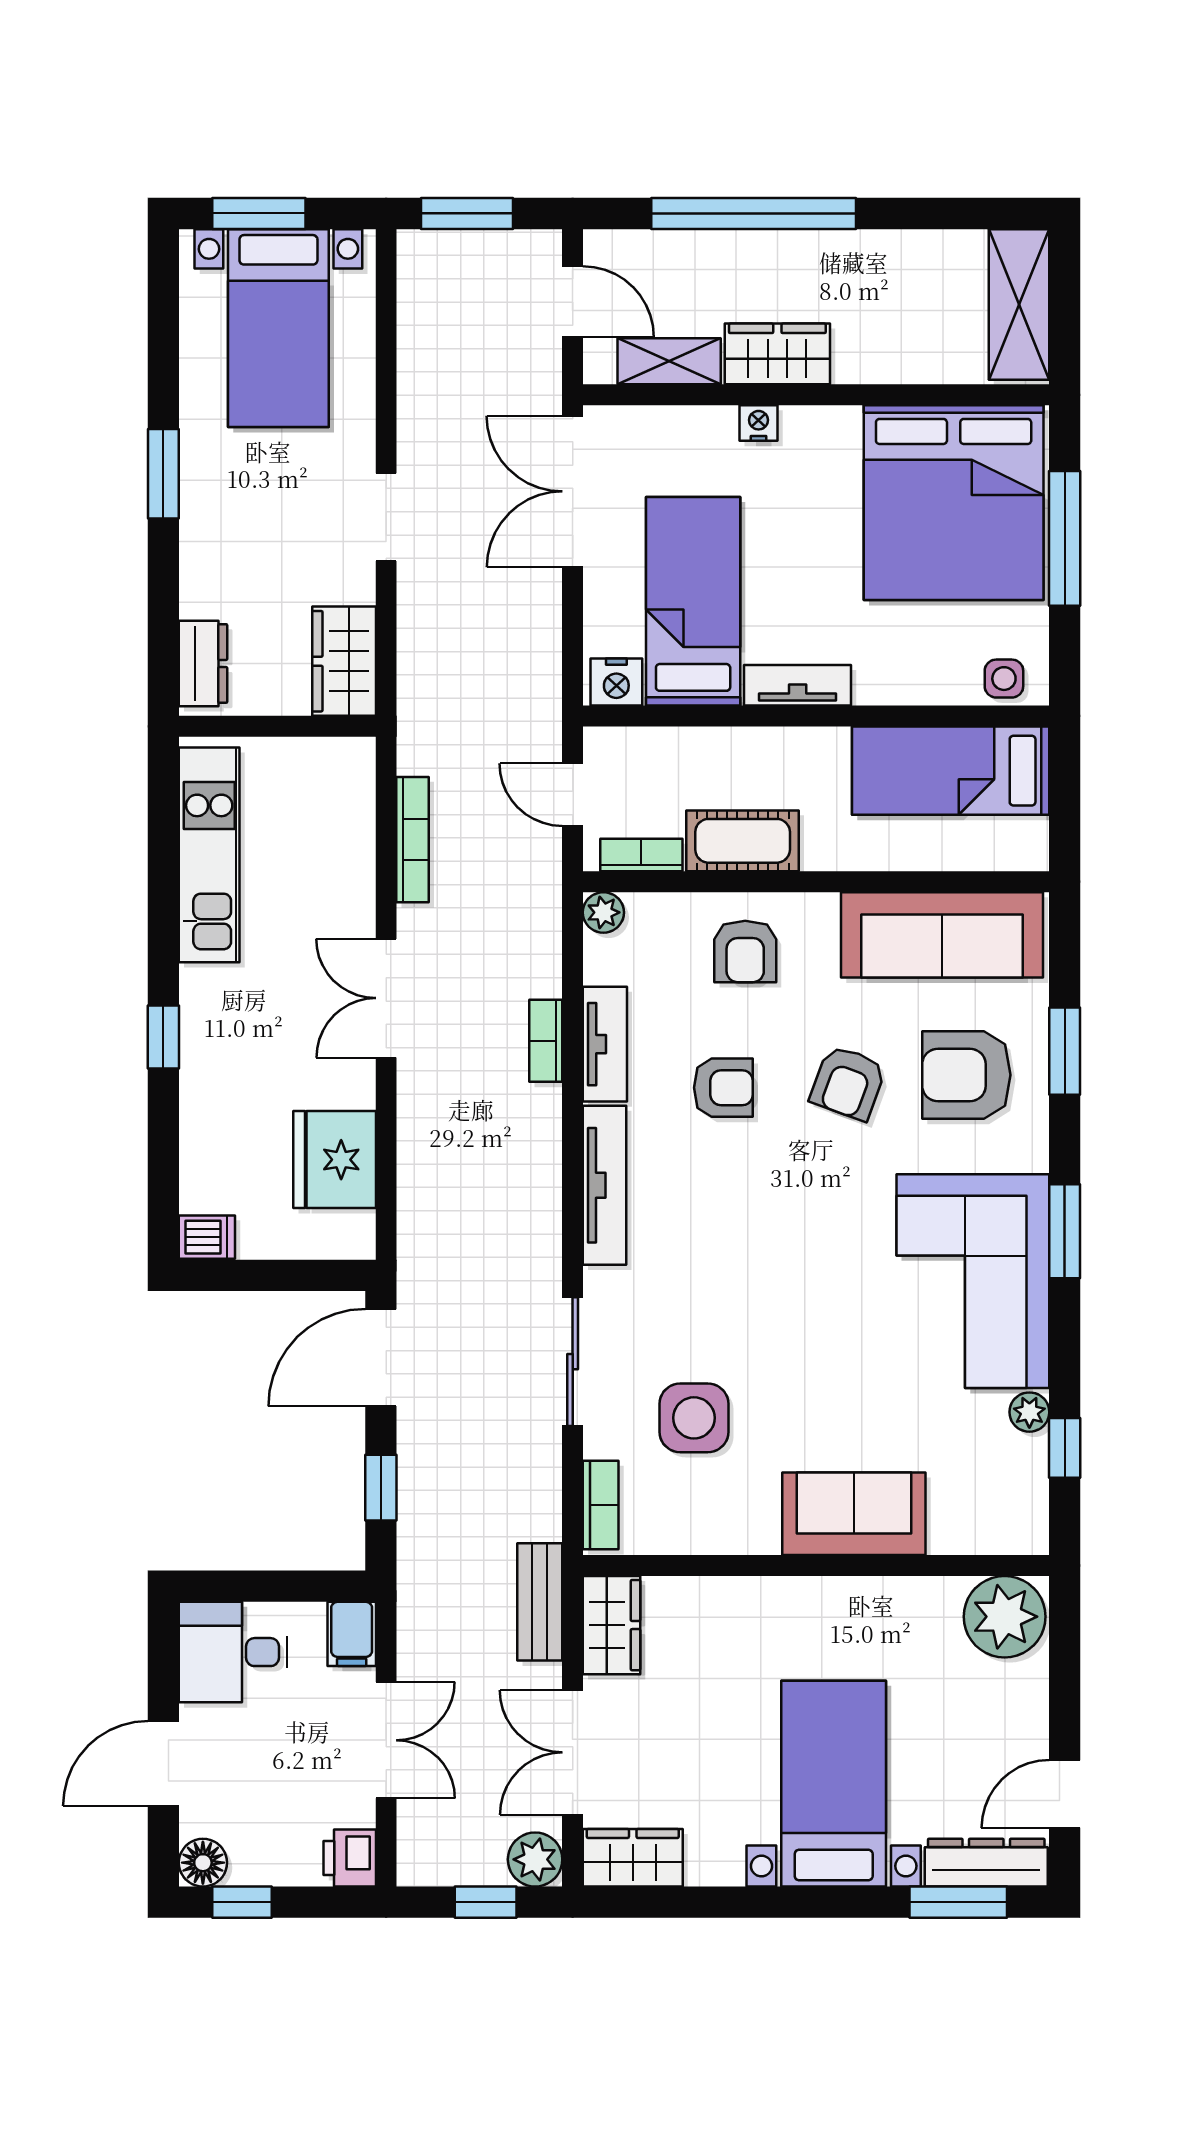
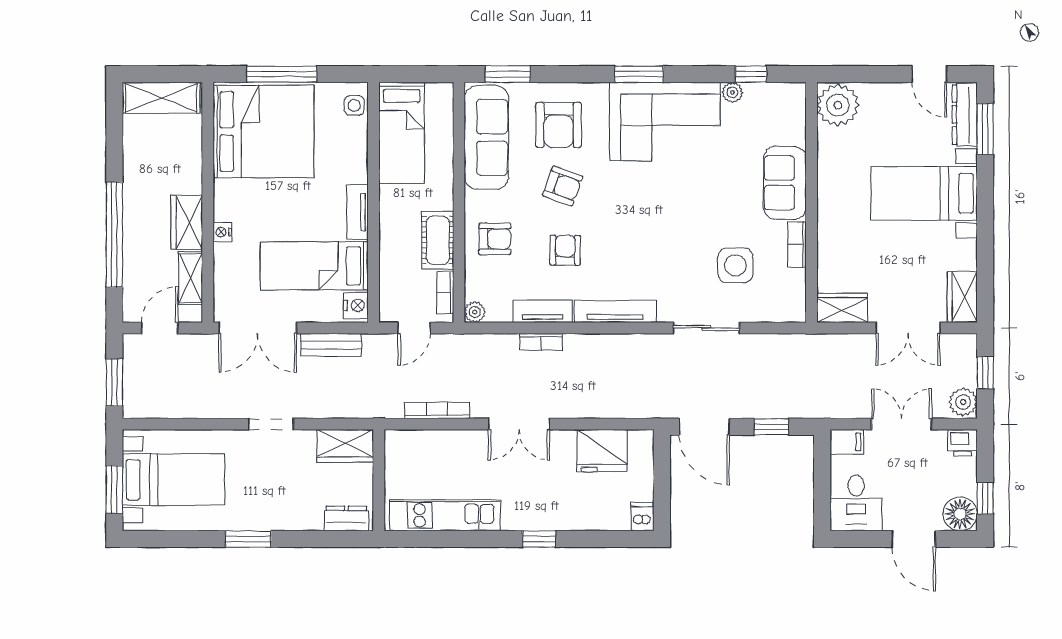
window: (1065, 1051) -> (508, 74), moved
bookcase: (601, 1505) -> (797, 245), moved, turned -90
bench: (540, 1602) -> (331, 345), moved
plant: (535, 1859) -> (963, 402), moved
floor lamp: (203, 1863) -> (960, 514), width x1.38, depth x1.38

